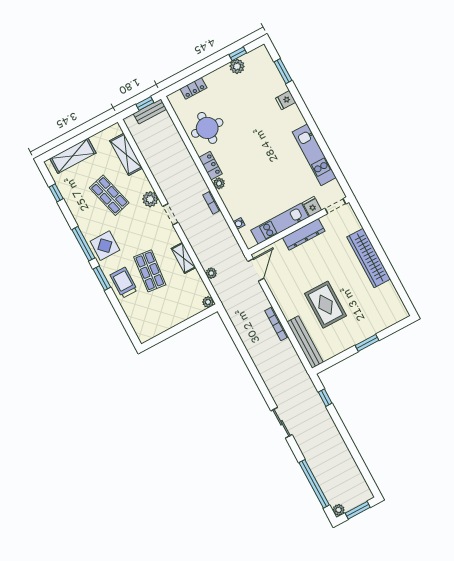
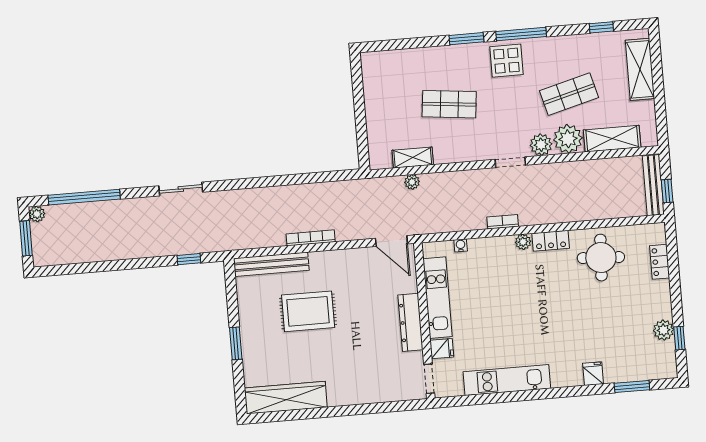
bench: (150, 111) -> (653, 185), width x1.36
shelving: (183, 258) -> (413, 158), moved
wardrobe: (369, 258) -> (286, 398), moved
trolley: (124, 283) -> (449, 64), removed
plant: (208, 302) -> (568, 139), moved, width x1.87, depth x1.87

